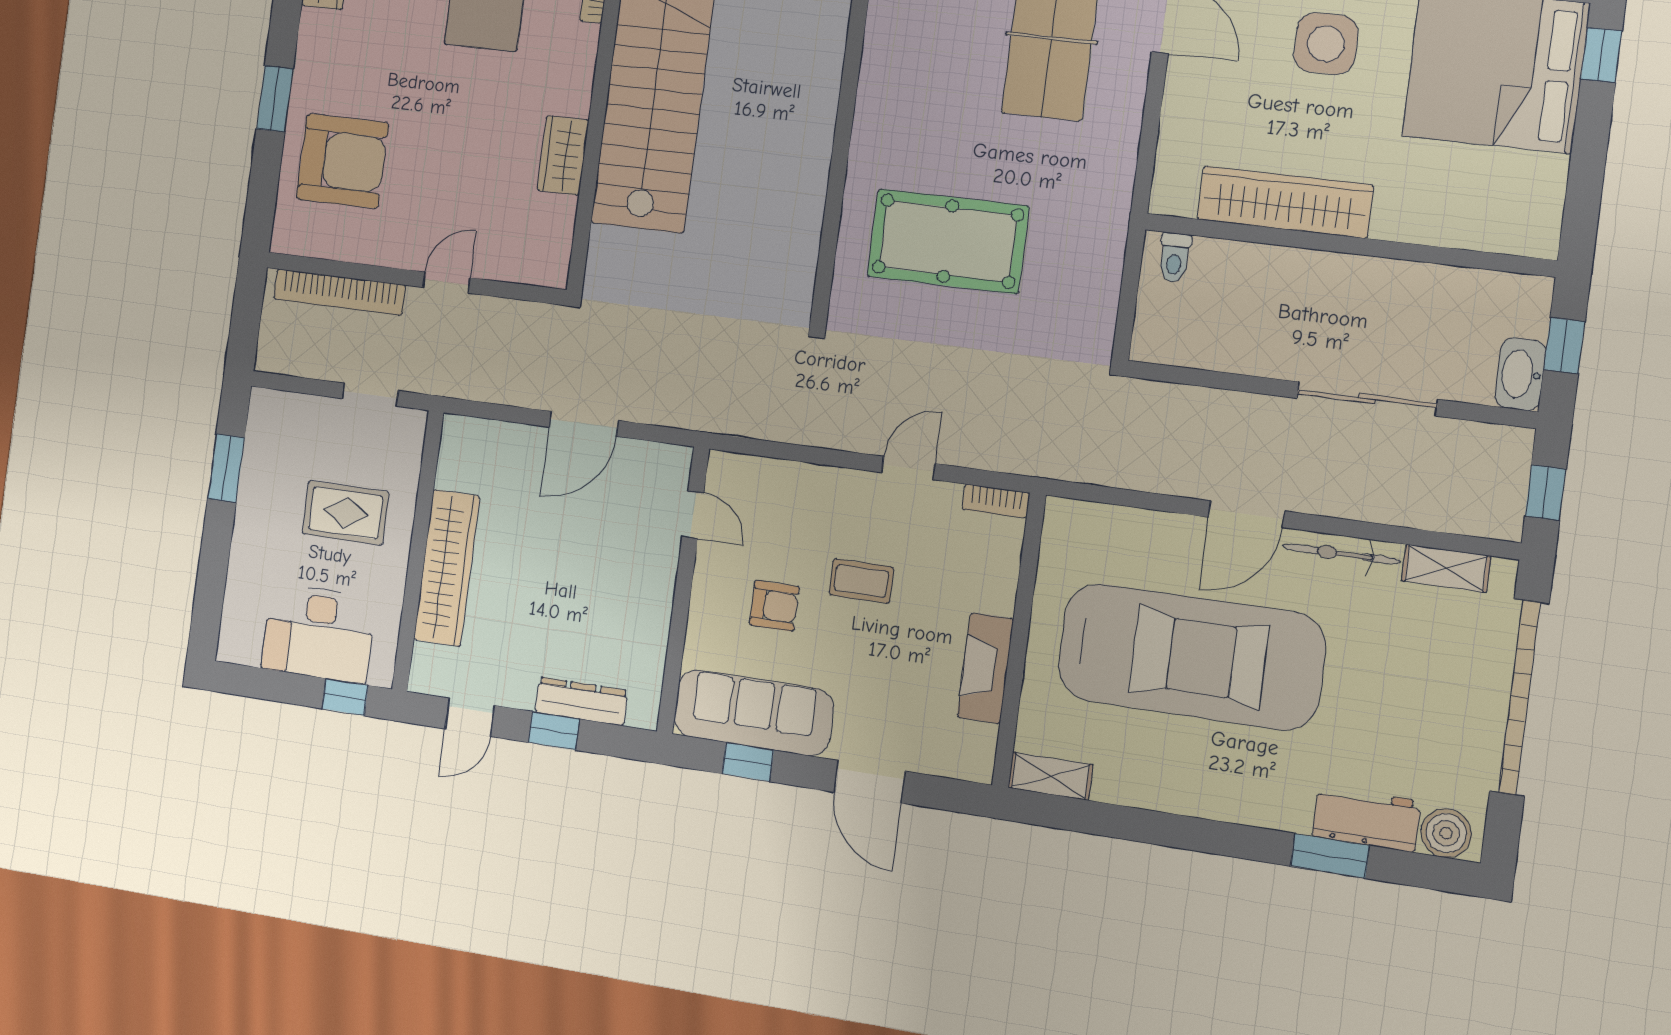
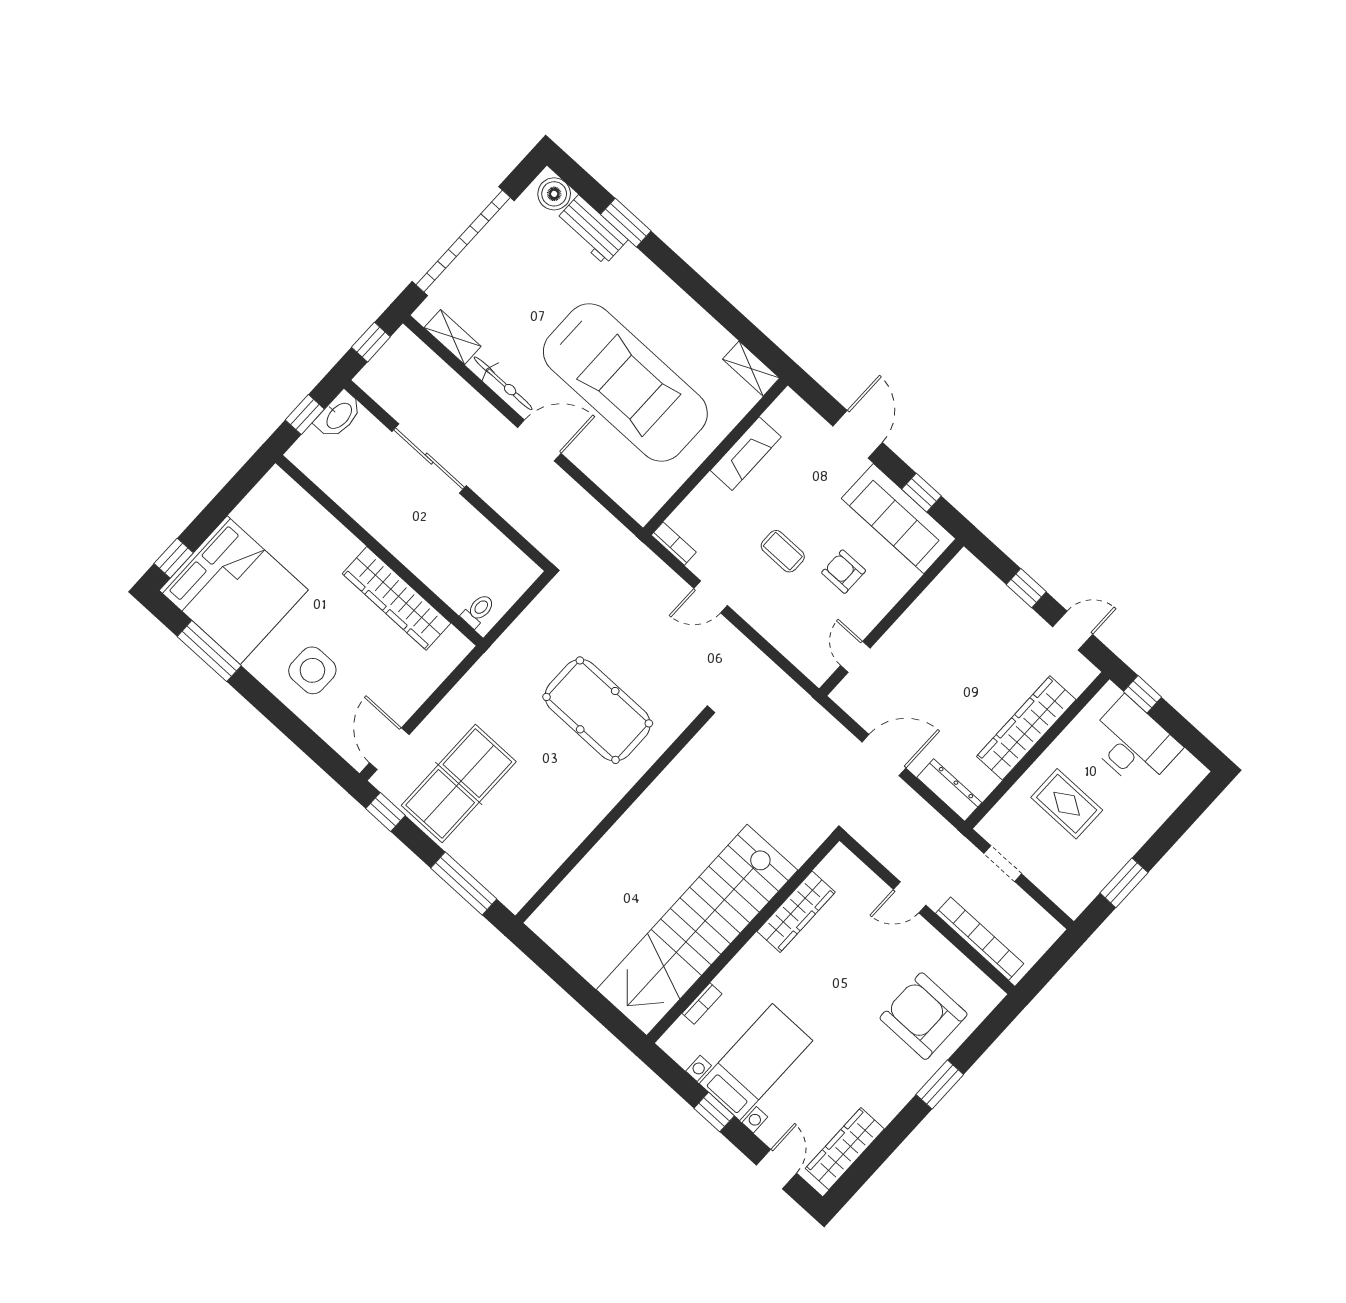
wardrobe: (563, 155) -> (796, 912), width x1.50
car: (1191, 657) -> (625, 382), turned 180
dresser: (581, 701) -> (949, 790), moved, turned 180

